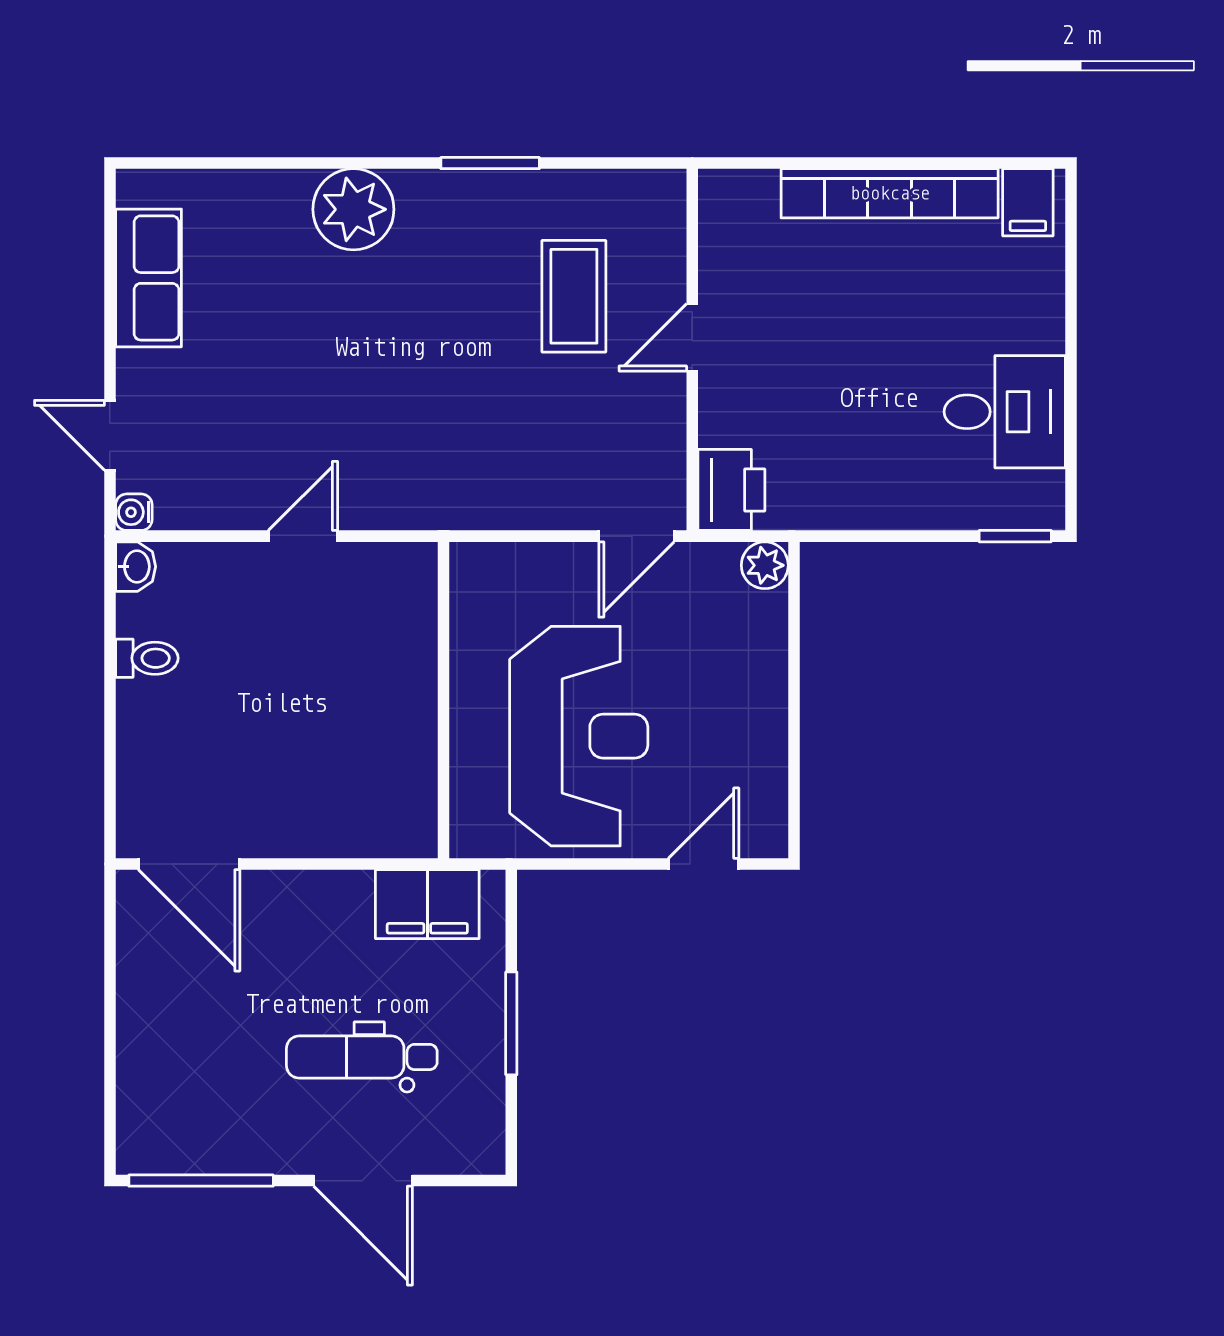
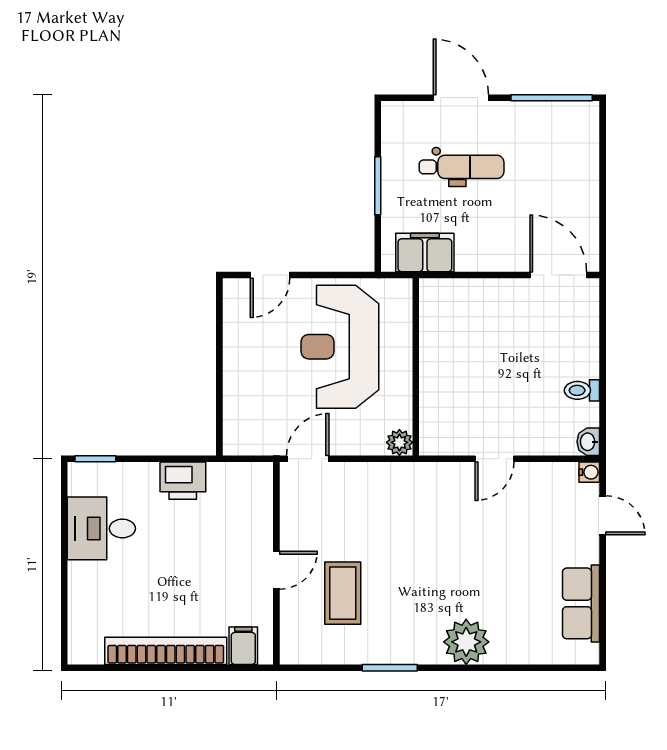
filing cabinet: (1028, 202) -> (243, 646), moved
printer: (731, 490) -> (183, 481), moved, turned -90
plant: (765, 565) -> (399, 442), moved

